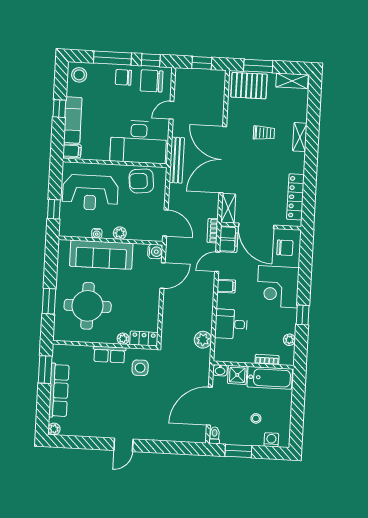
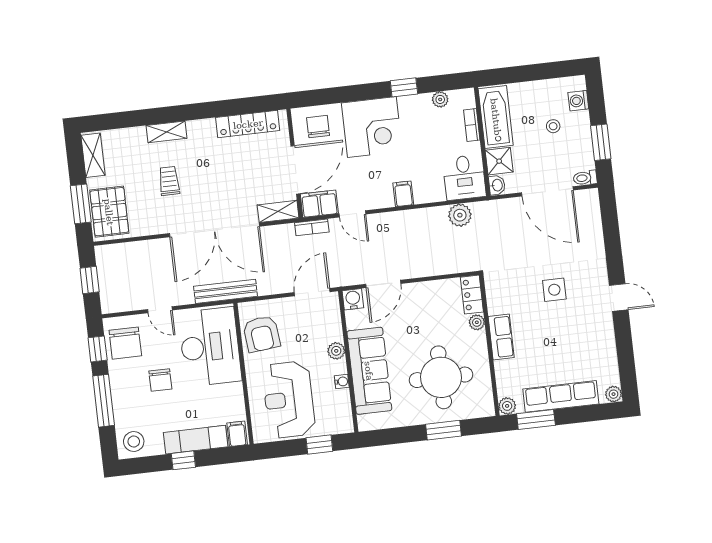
chair: (123, 77) -> (160, 380), moved
reception desk: (90, 193) -> (289, 400), turned 180
door: (163, 276) -> (383, 284), swing flipped
filing cabinet: (226, 286) -> (403, 194), moved
desk: (231, 324) -> (464, 177), moved
plant: (59, 350) -> (507, 406), added
side table: (140, 368) -> (554, 290), moved

